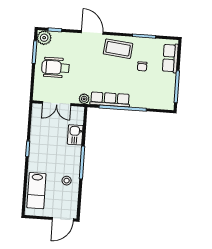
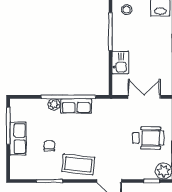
row of seats: (170, 58) -> (18, 139), moved
plant: (84, 99) -> (54, 104), moved
row of seats: (110, 99) -> (76, 106), width x0.68

